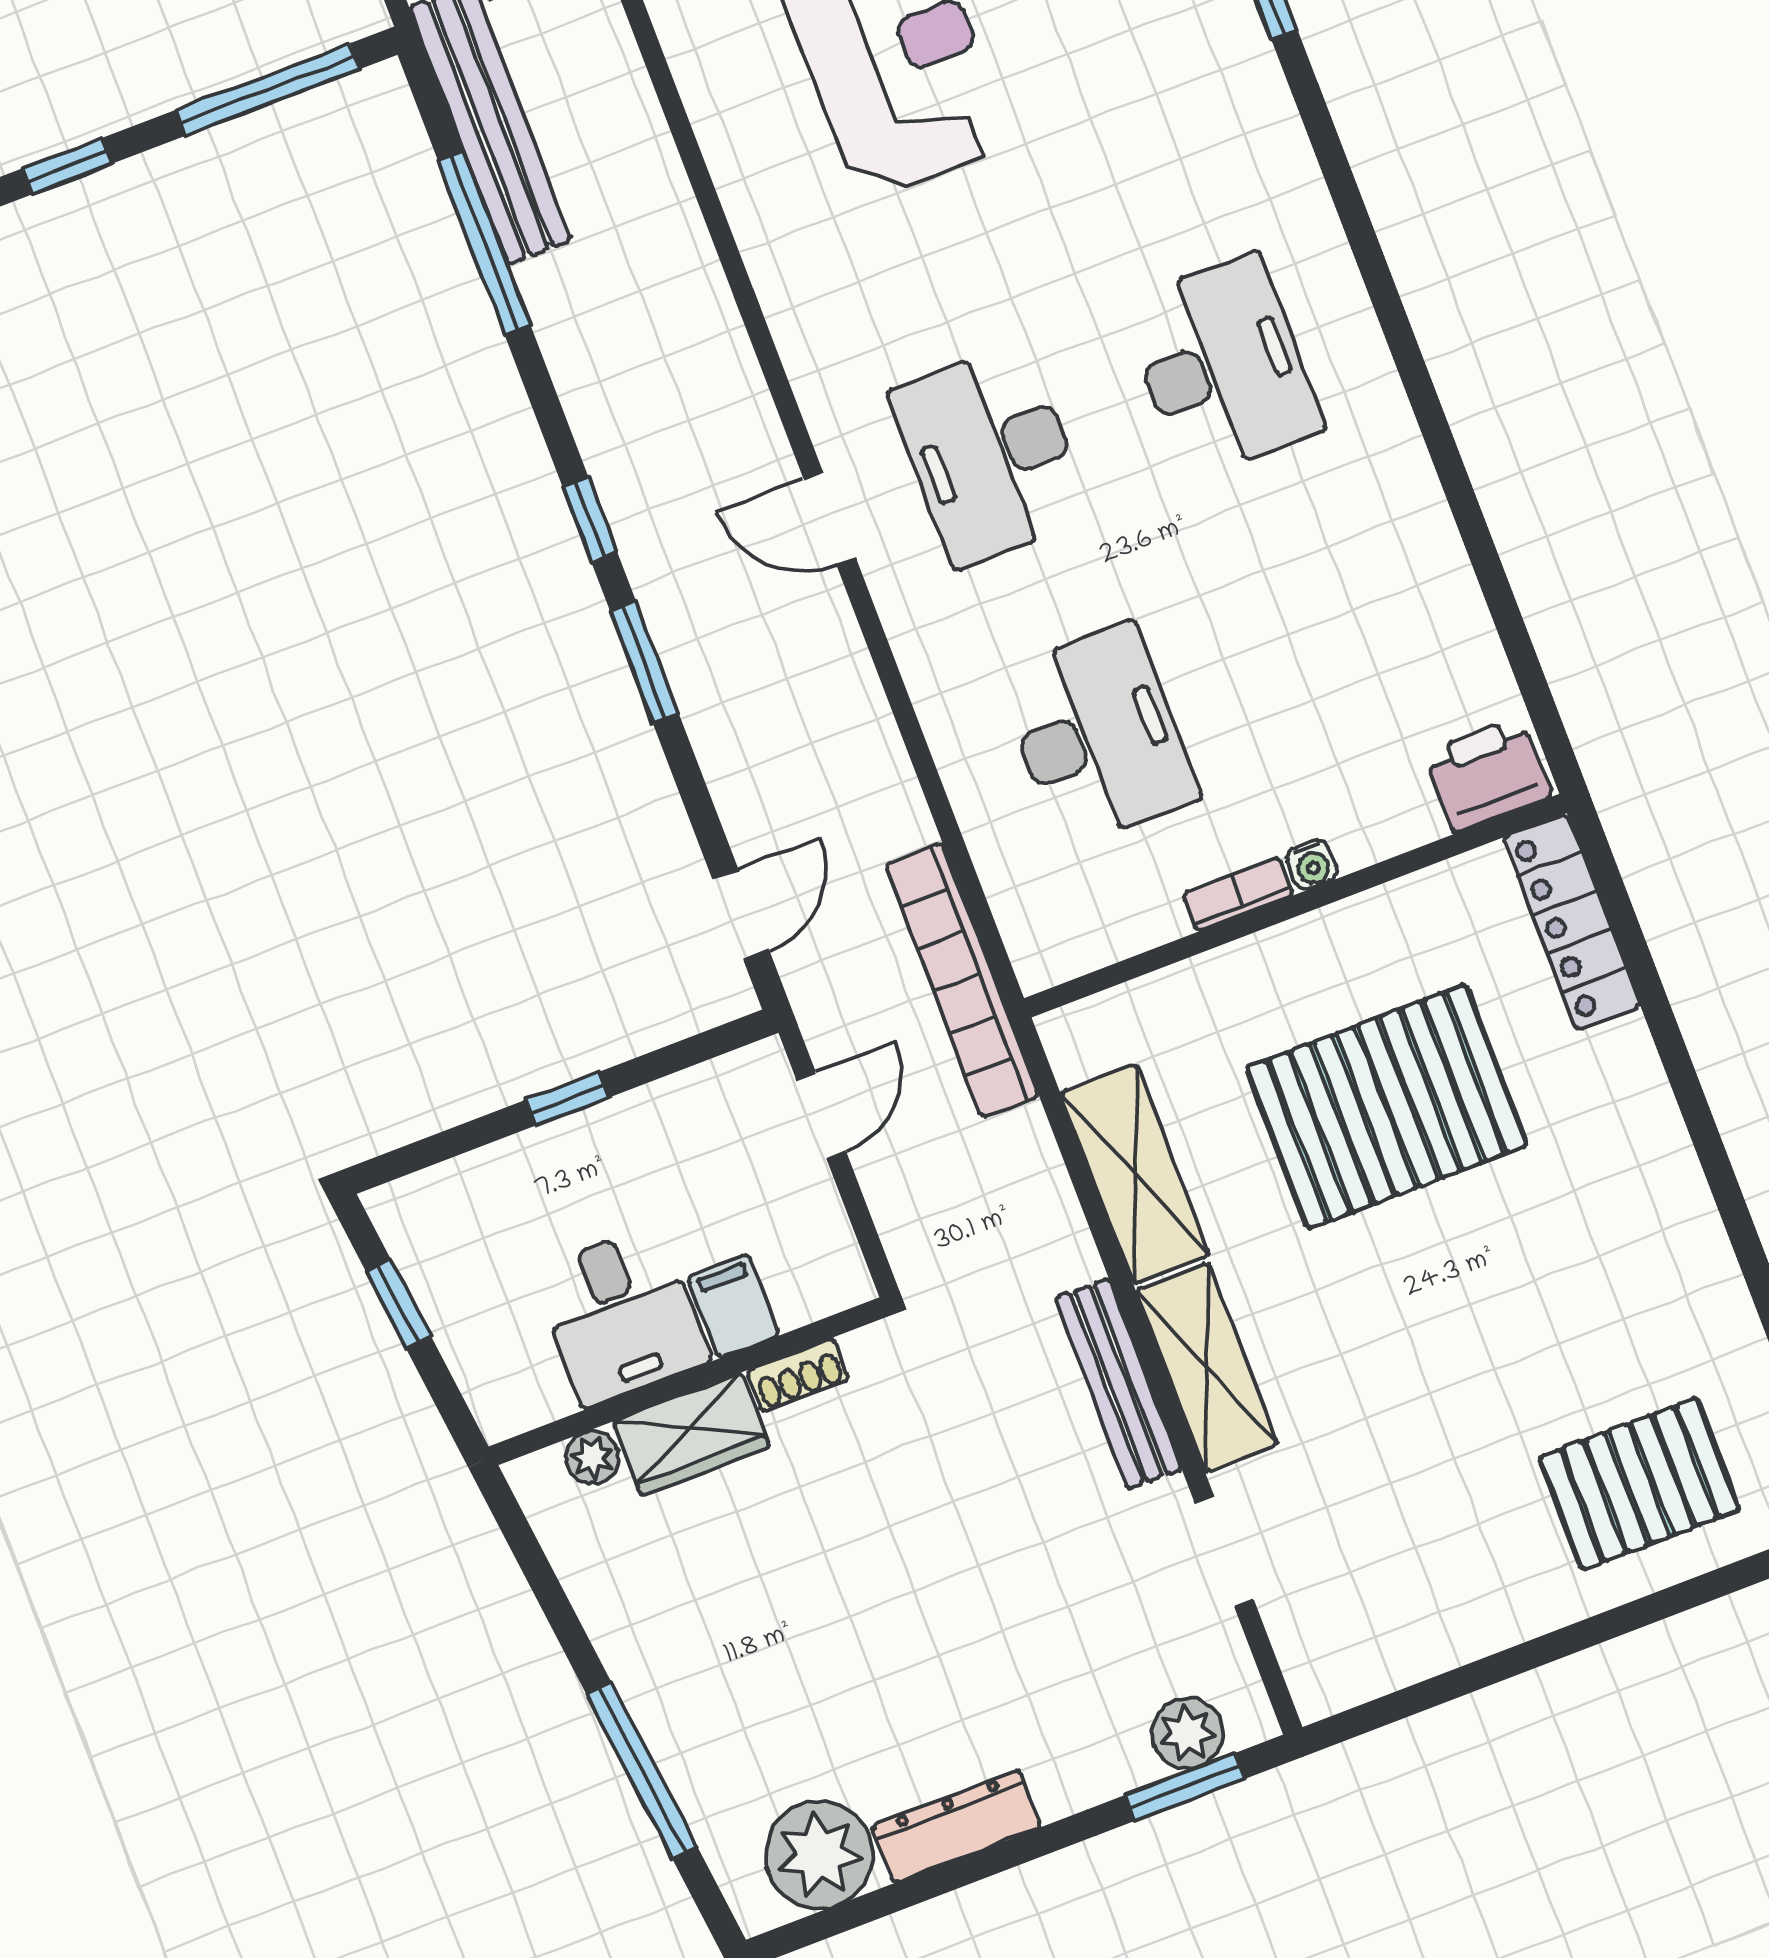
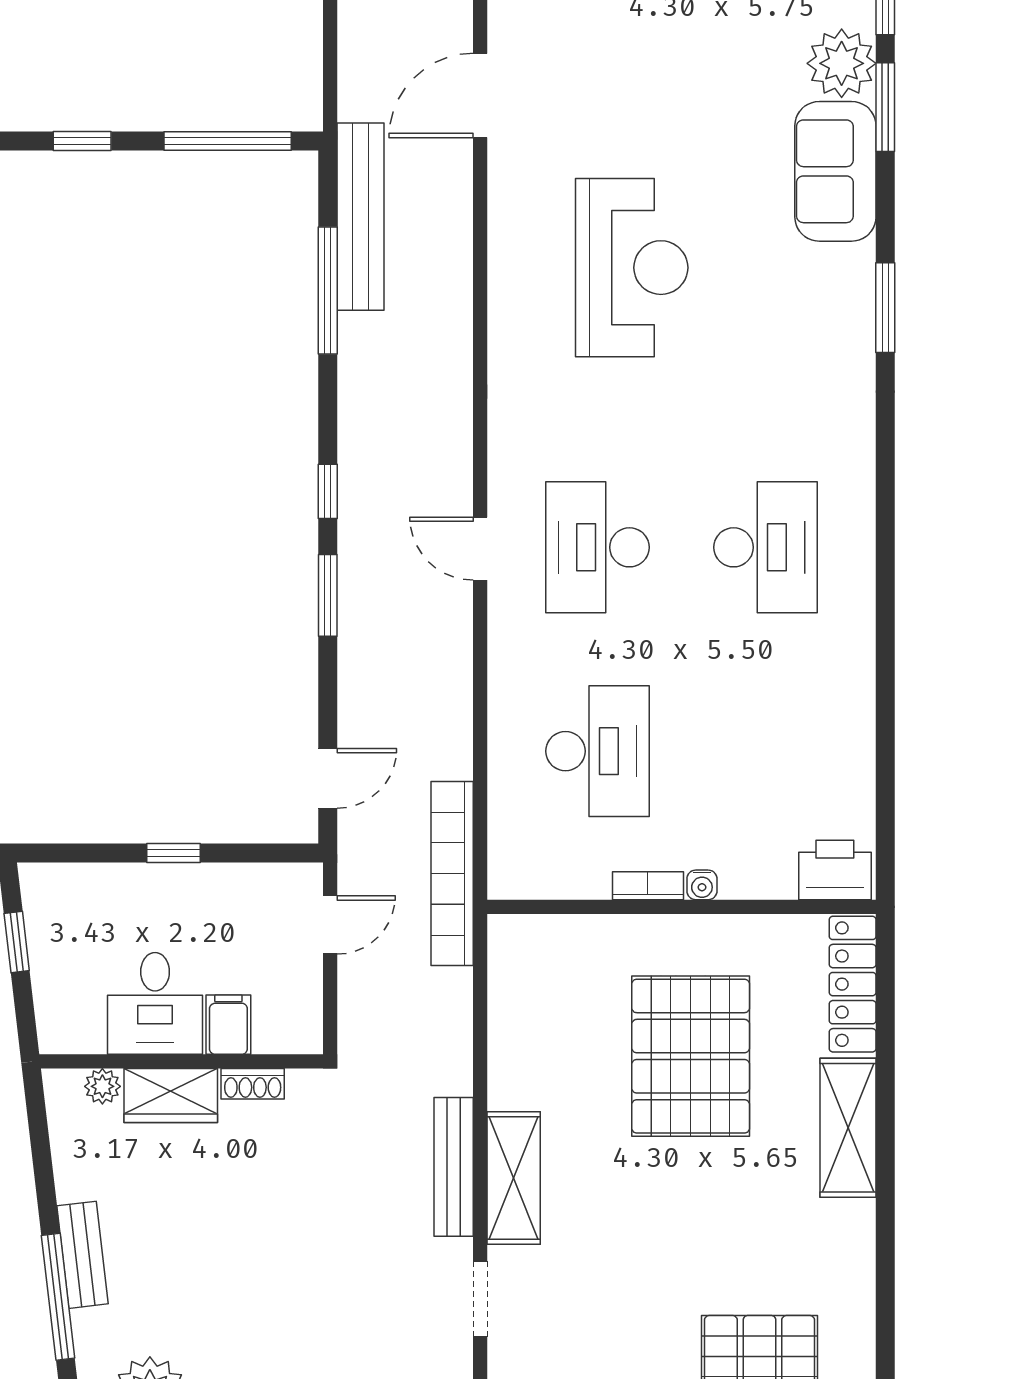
pallet: (1387, 1107) -> (691, 1056), turned 90
shelving: (1135, 1174) -> (848, 1128), moved
bench: (654, 1700) -> (83, 1255), added

